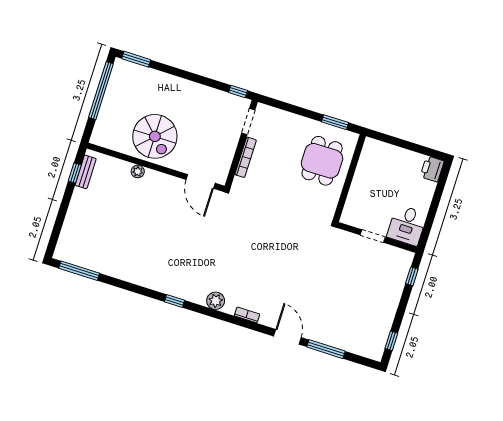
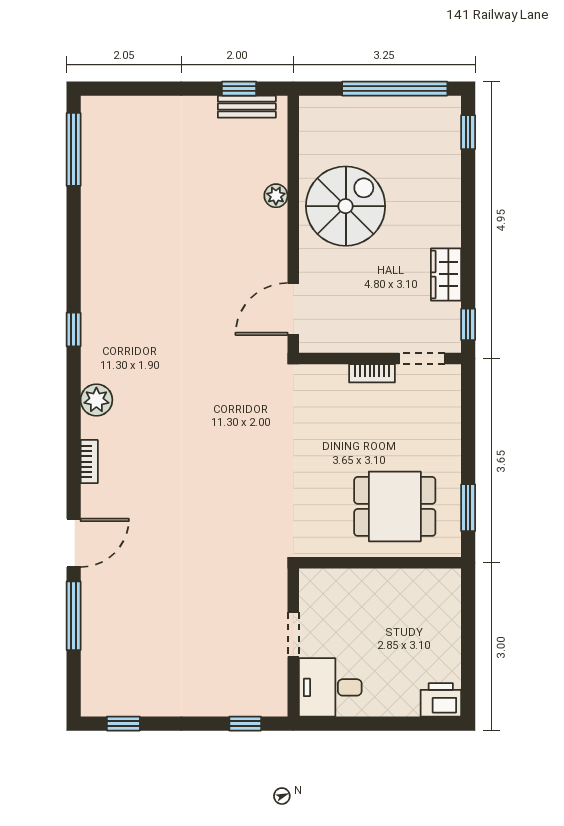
window: (136, 59) -> (468, 132), width x0.67
wardrobe: (208, 95) -> (446, 274), added
spiral stairs: (155, 136) -> (346, 206), turned 180
bookcase: (246, 157) -> (372, 373), width x0.64

